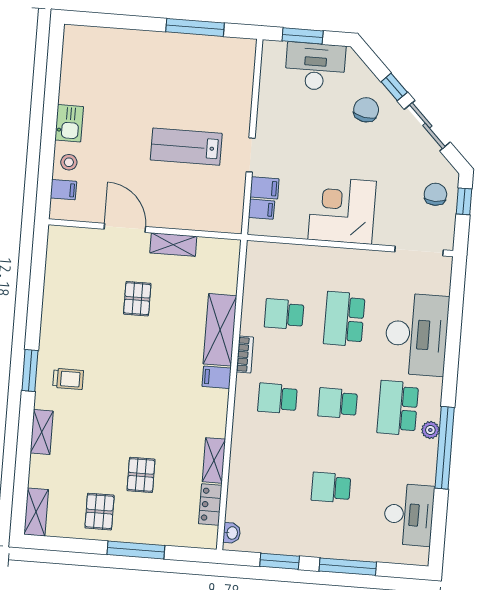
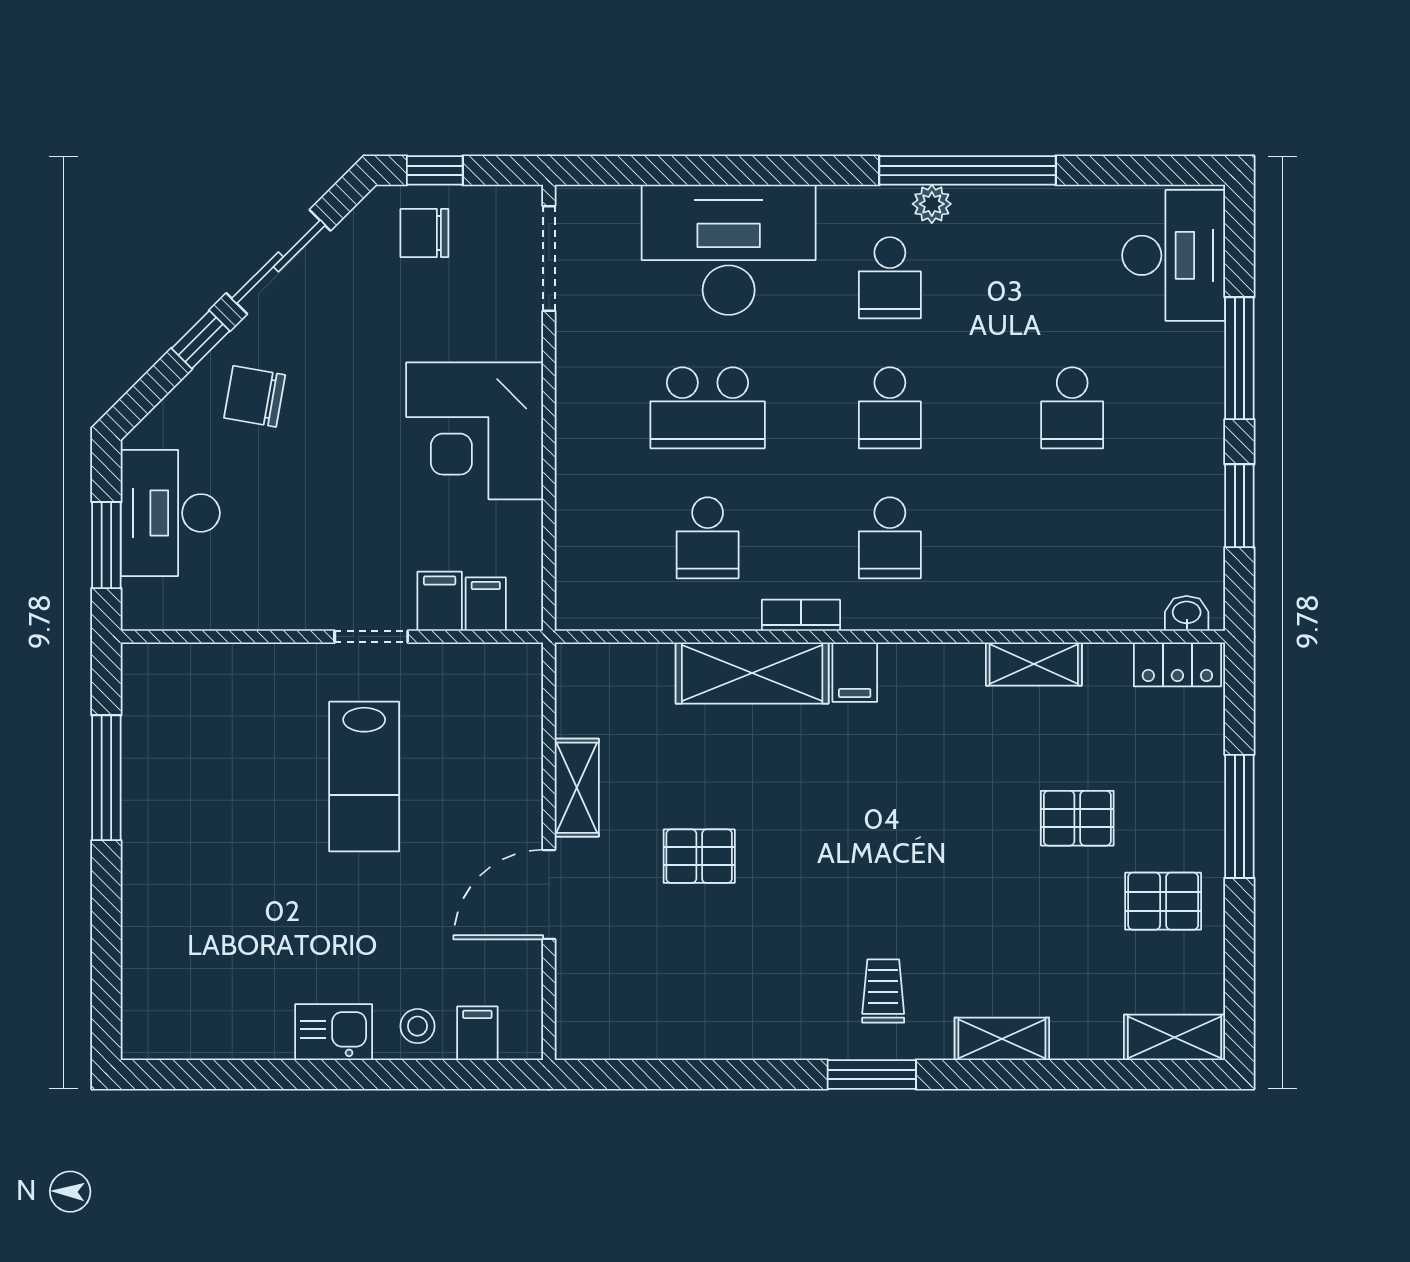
school desk: (398, 408) -> (890, 278), width x0.54
locker: (210, 505) -> (1177, 664), moved
desk: (409, 515) -> (1174, 255), moved, turned 90

